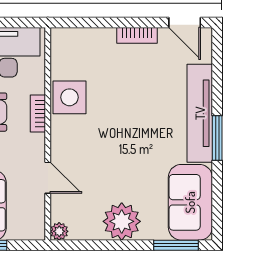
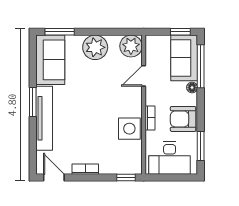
window: (75, 23) -> (126, 178), added
door: (48, 178) -> (144, 76), hinge flipped
plant: (59, 231) -> (131, 46), width x1.88, depth x1.88

